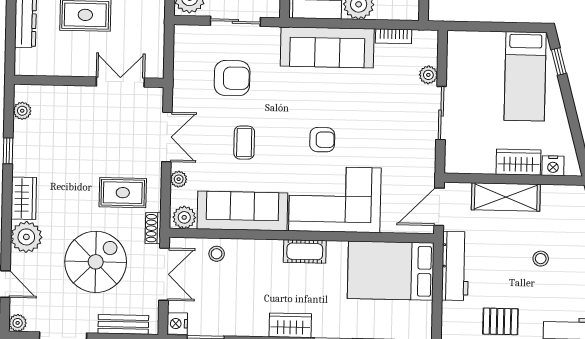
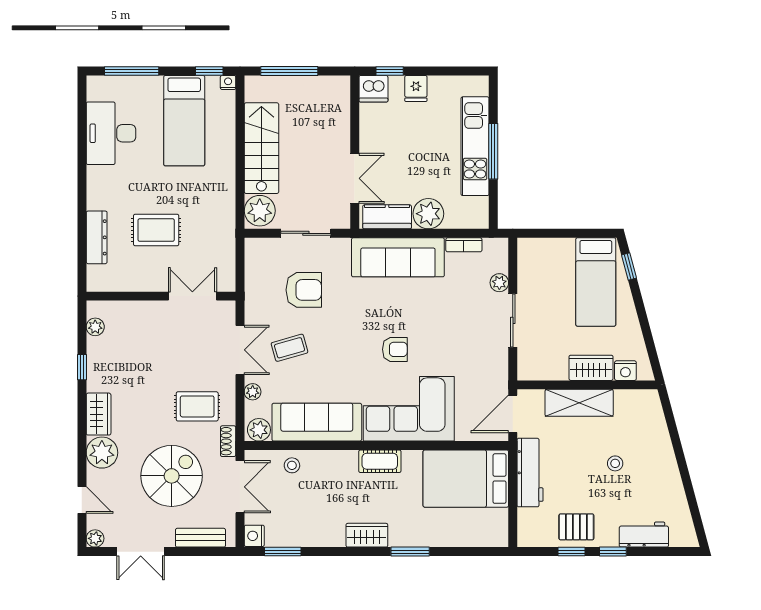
coffee table: (244, 143) -> (290, 348), moved, turned 74

